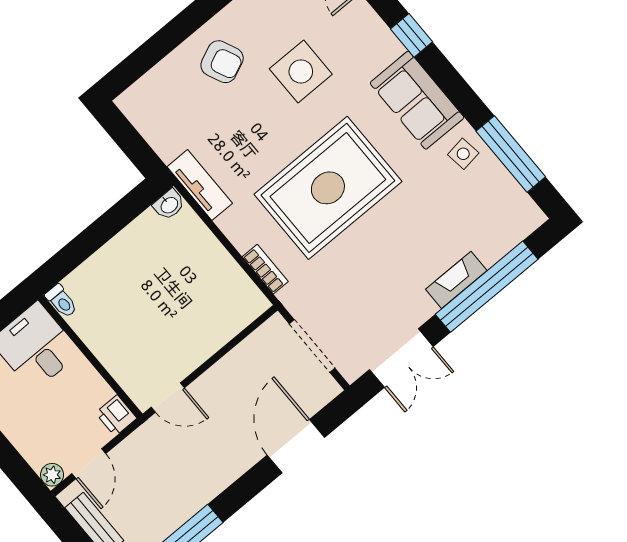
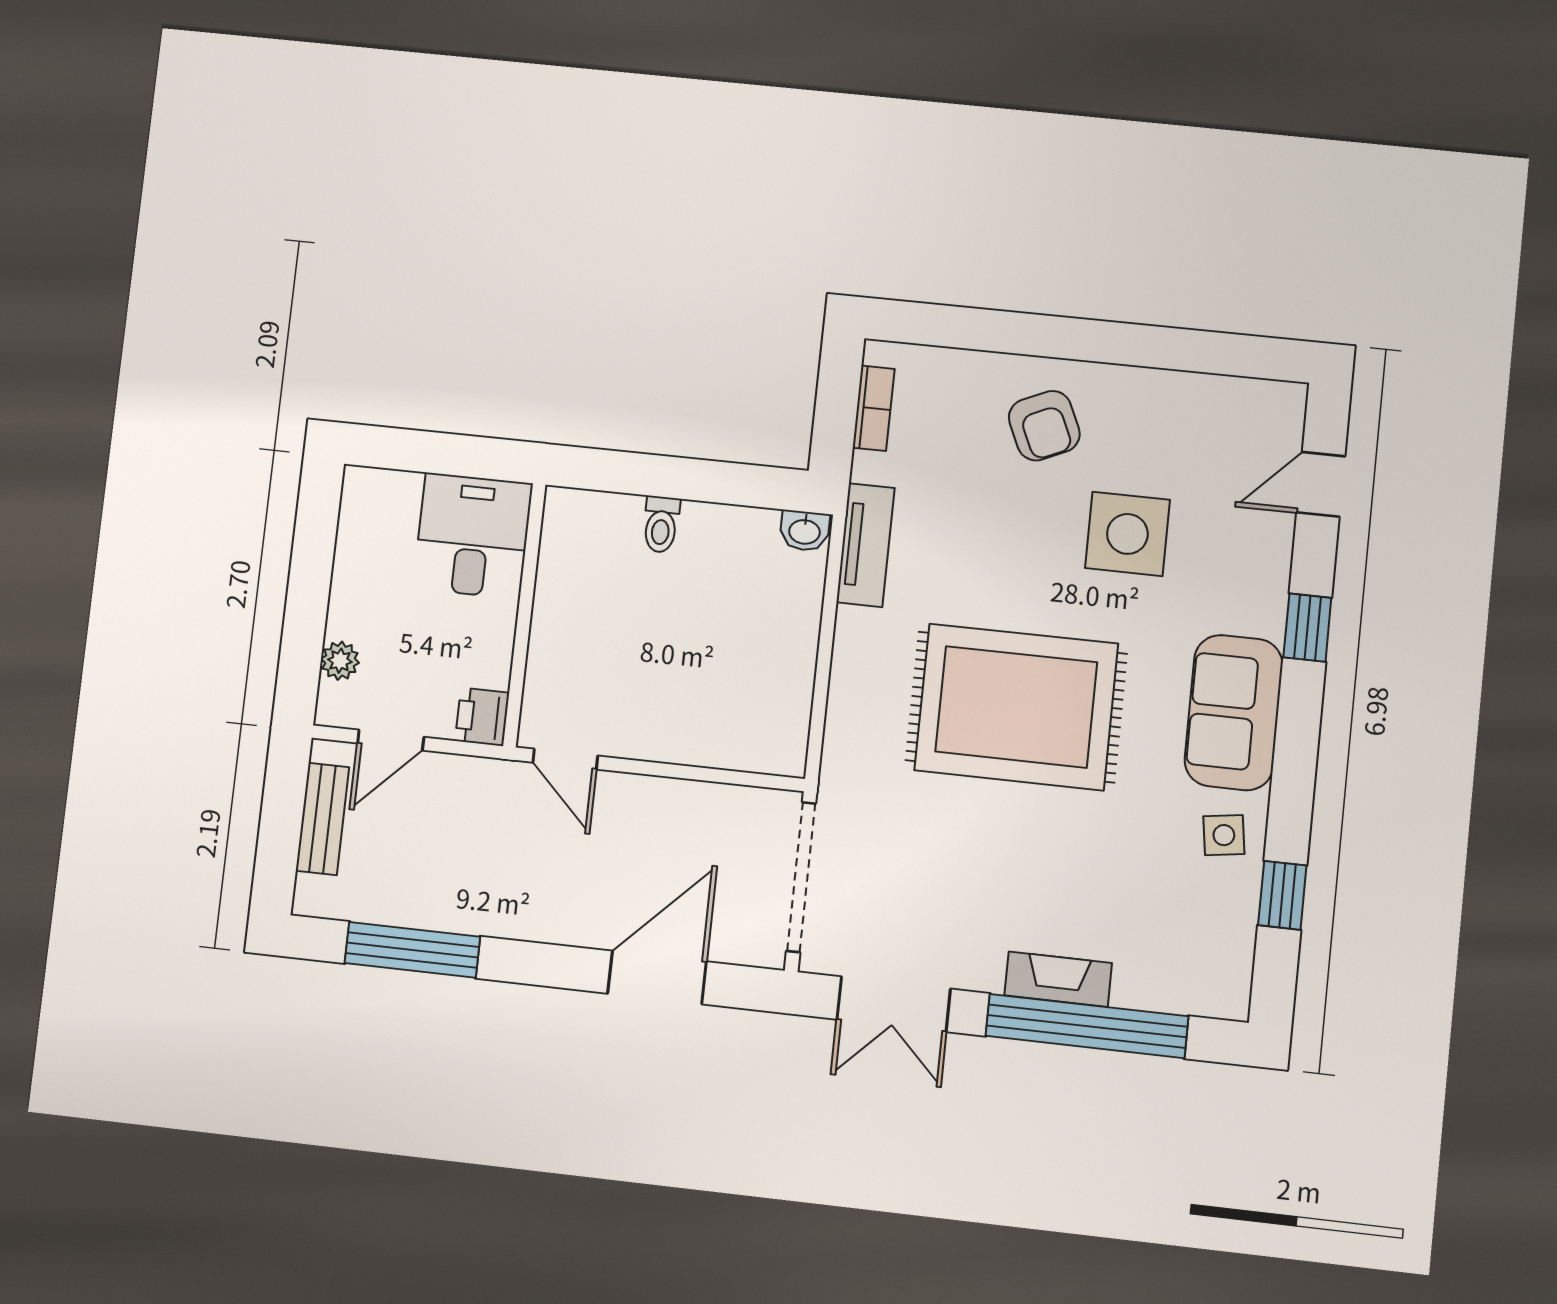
window: (511, 154) -> (1282, 895), width x0.46
bookcase: (265, 269) -> (874, 408), moved
toilet: (61, 301) -> (661, 524), moved
doorway: (312, 346) -> (801, 877), width x1.36
plant: (52, 475) -> (340, 661), moved

